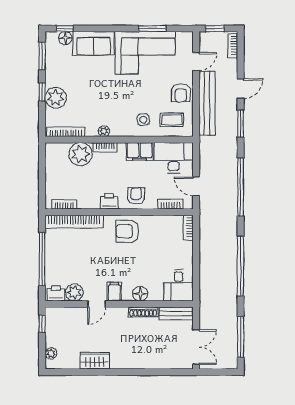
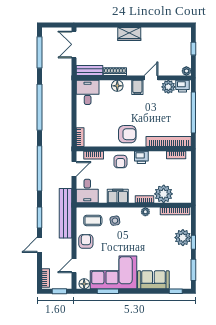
floor lamp: (65, 38) -> (84, 284), moved
bench: (207, 103) -> (65, 213), moved
desk: (174, 158) -> (87, 191), width x0.73
door: (196, 186) -> (74, 169), hinge flipped
window: (42, 324) -> (193, 49), moved
plant: (51, 353) -> (186, 71), moved
wardrobe: (95, 361) -> (129, 34), moved

